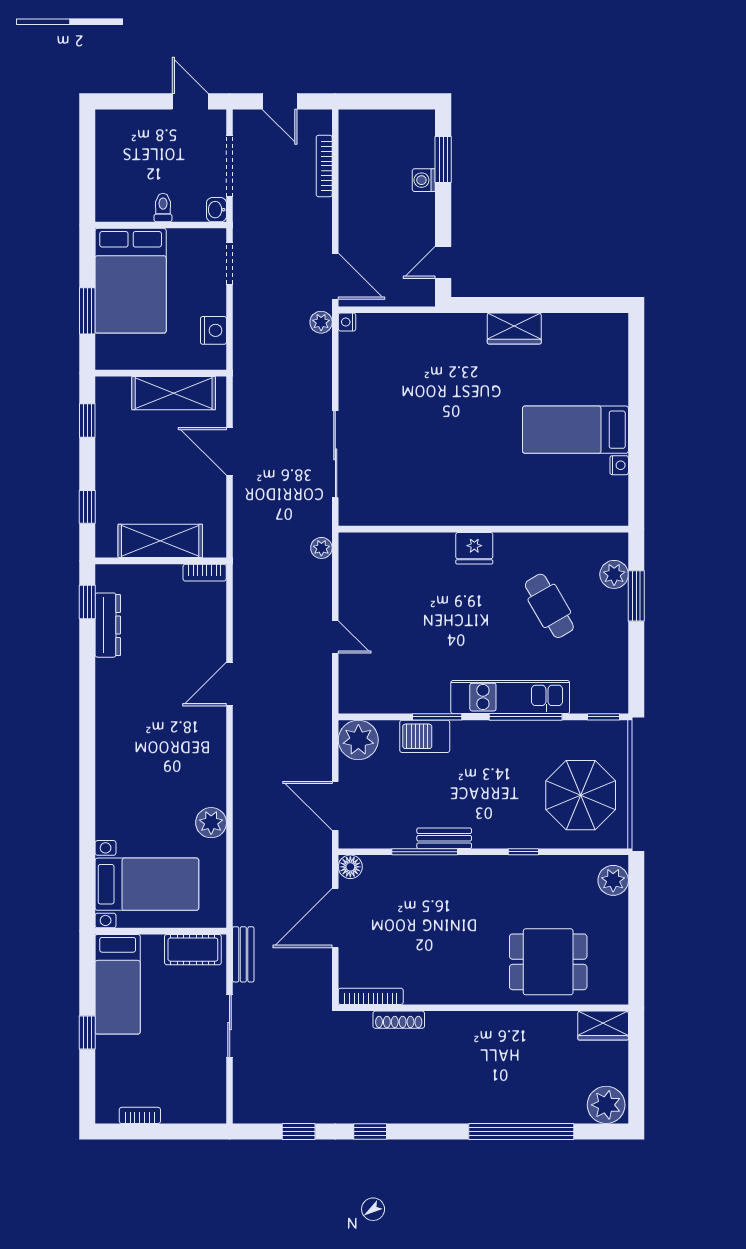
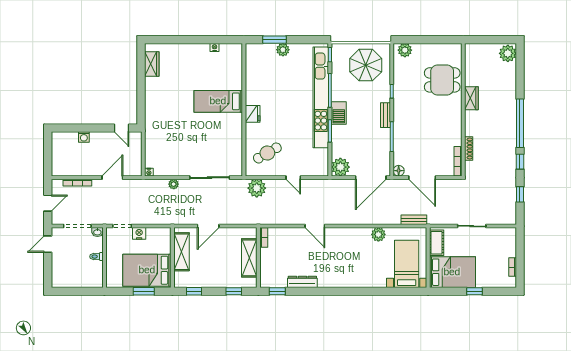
window: (443, 160) -> (74, 128), removed
door: (335, 276) -> (112, 178), moved
bed: (131, 281) -> (147, 270), moved, turned 180
plant: (321, 322) -> (174, 184), moved
wardrobe: (514, 328) -> (152, 64), moved
nightstand: (213, 330) -> (139, 233), moved
bed: (575, 430) -> (218, 101), moved, turned 90
plant: (321, 548) -> (257, 188), width x1.87, depth x1.87
plant: (614, 574) -> (283, 50), moved
cafe table: (549, 606) -> (267, 153), moved
dresser: (108, 625) -> (302, 282), moved
door: (335, 637) -> (293, 178), swing flipped
kitchen unit: (510, 697) -> (321, 97), width x1.86
barbecue: (425, 736) -> (339, 113), moved
door: (335, 806) -> (371, 178), width x1.36
bench: (444, 838) -> (386, 115), moved
bench: (243, 954) -> (414, 220), moved
dining table: (548, 962) -> (442, 80), turned 90
bed: (118, 984) -> (452, 272), width x1.50
wardrobe: (603, 1026) -> (471, 98), moved
window: (521, 1132) -> (520, 123), moved

